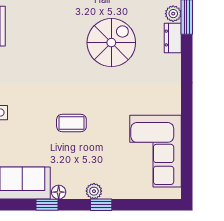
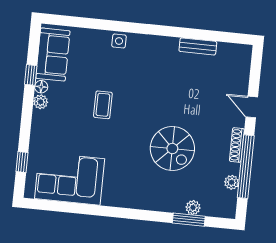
dresser: (173, 38) -> (171, 205), removed
plant: (94, 191) -> (41, 102), moved
window: (101, 205) -> (22, 162), moved

